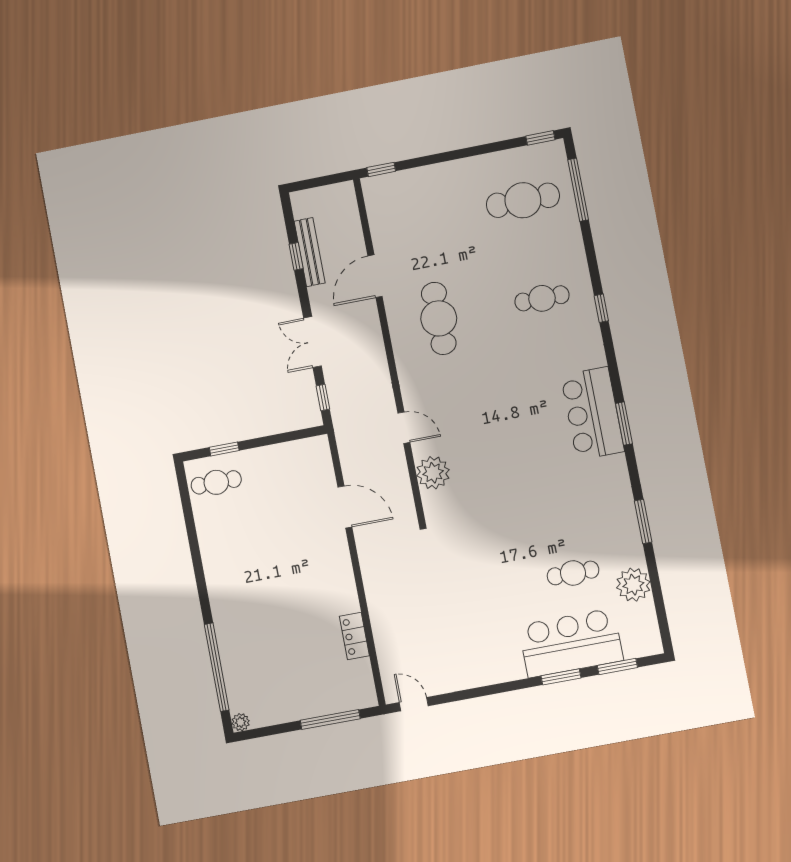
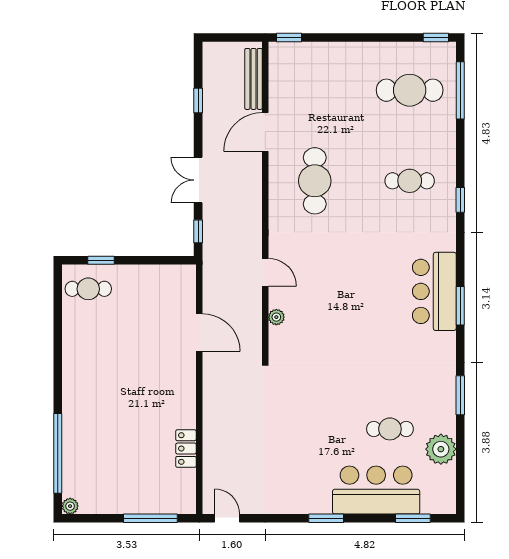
bench: (310, 252) -> (254, 79), moved
plant: (433, 473) -> (276, 317), width x0.53, depth x0.53
window: (561, 677) -> (326, 518), moved

